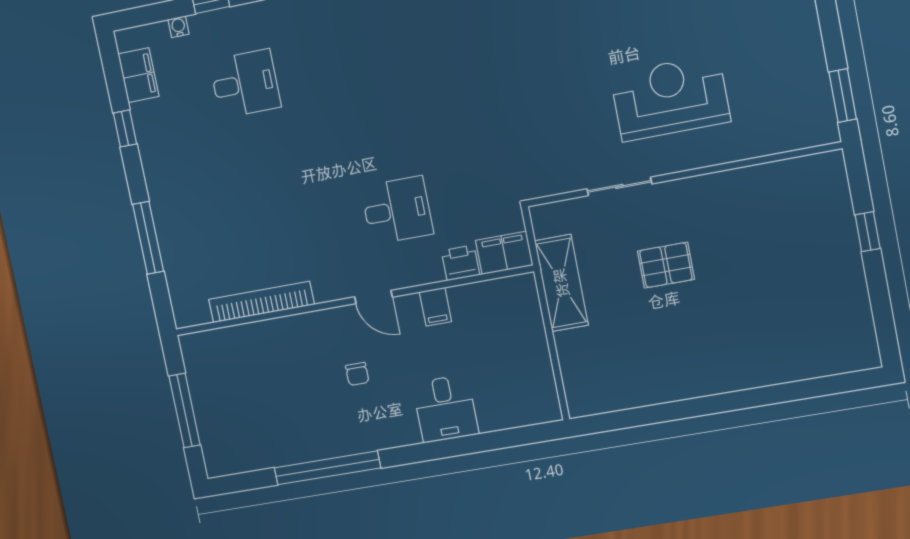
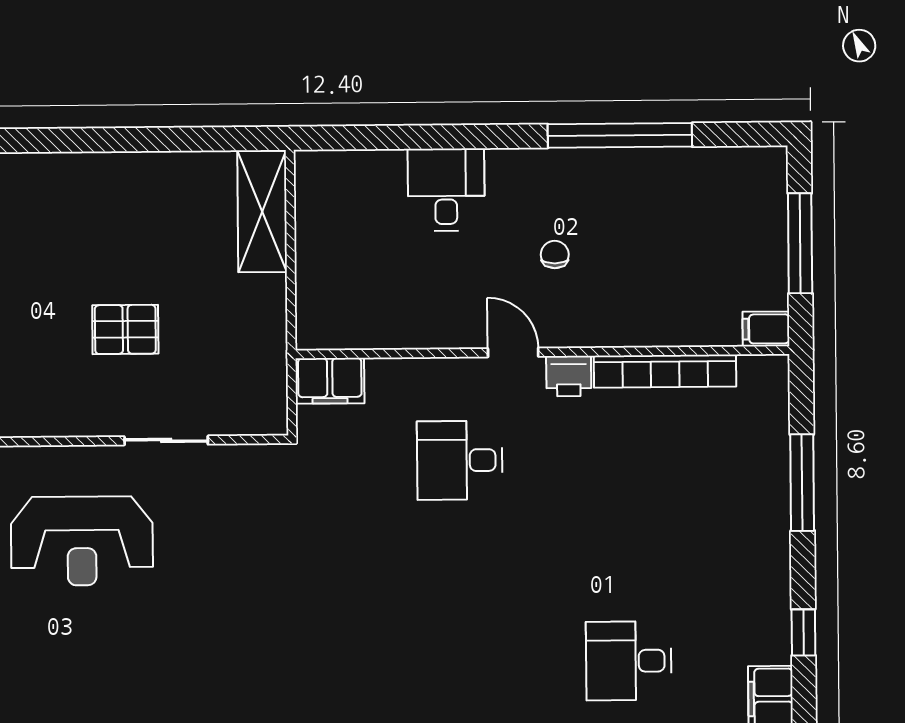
printer: (460, 263) -> (569, 376), moved
shelving: (561, 283) -> (262, 212), moved
filing cabinet: (435, 307) -> (766, 329), moved, turned -90

